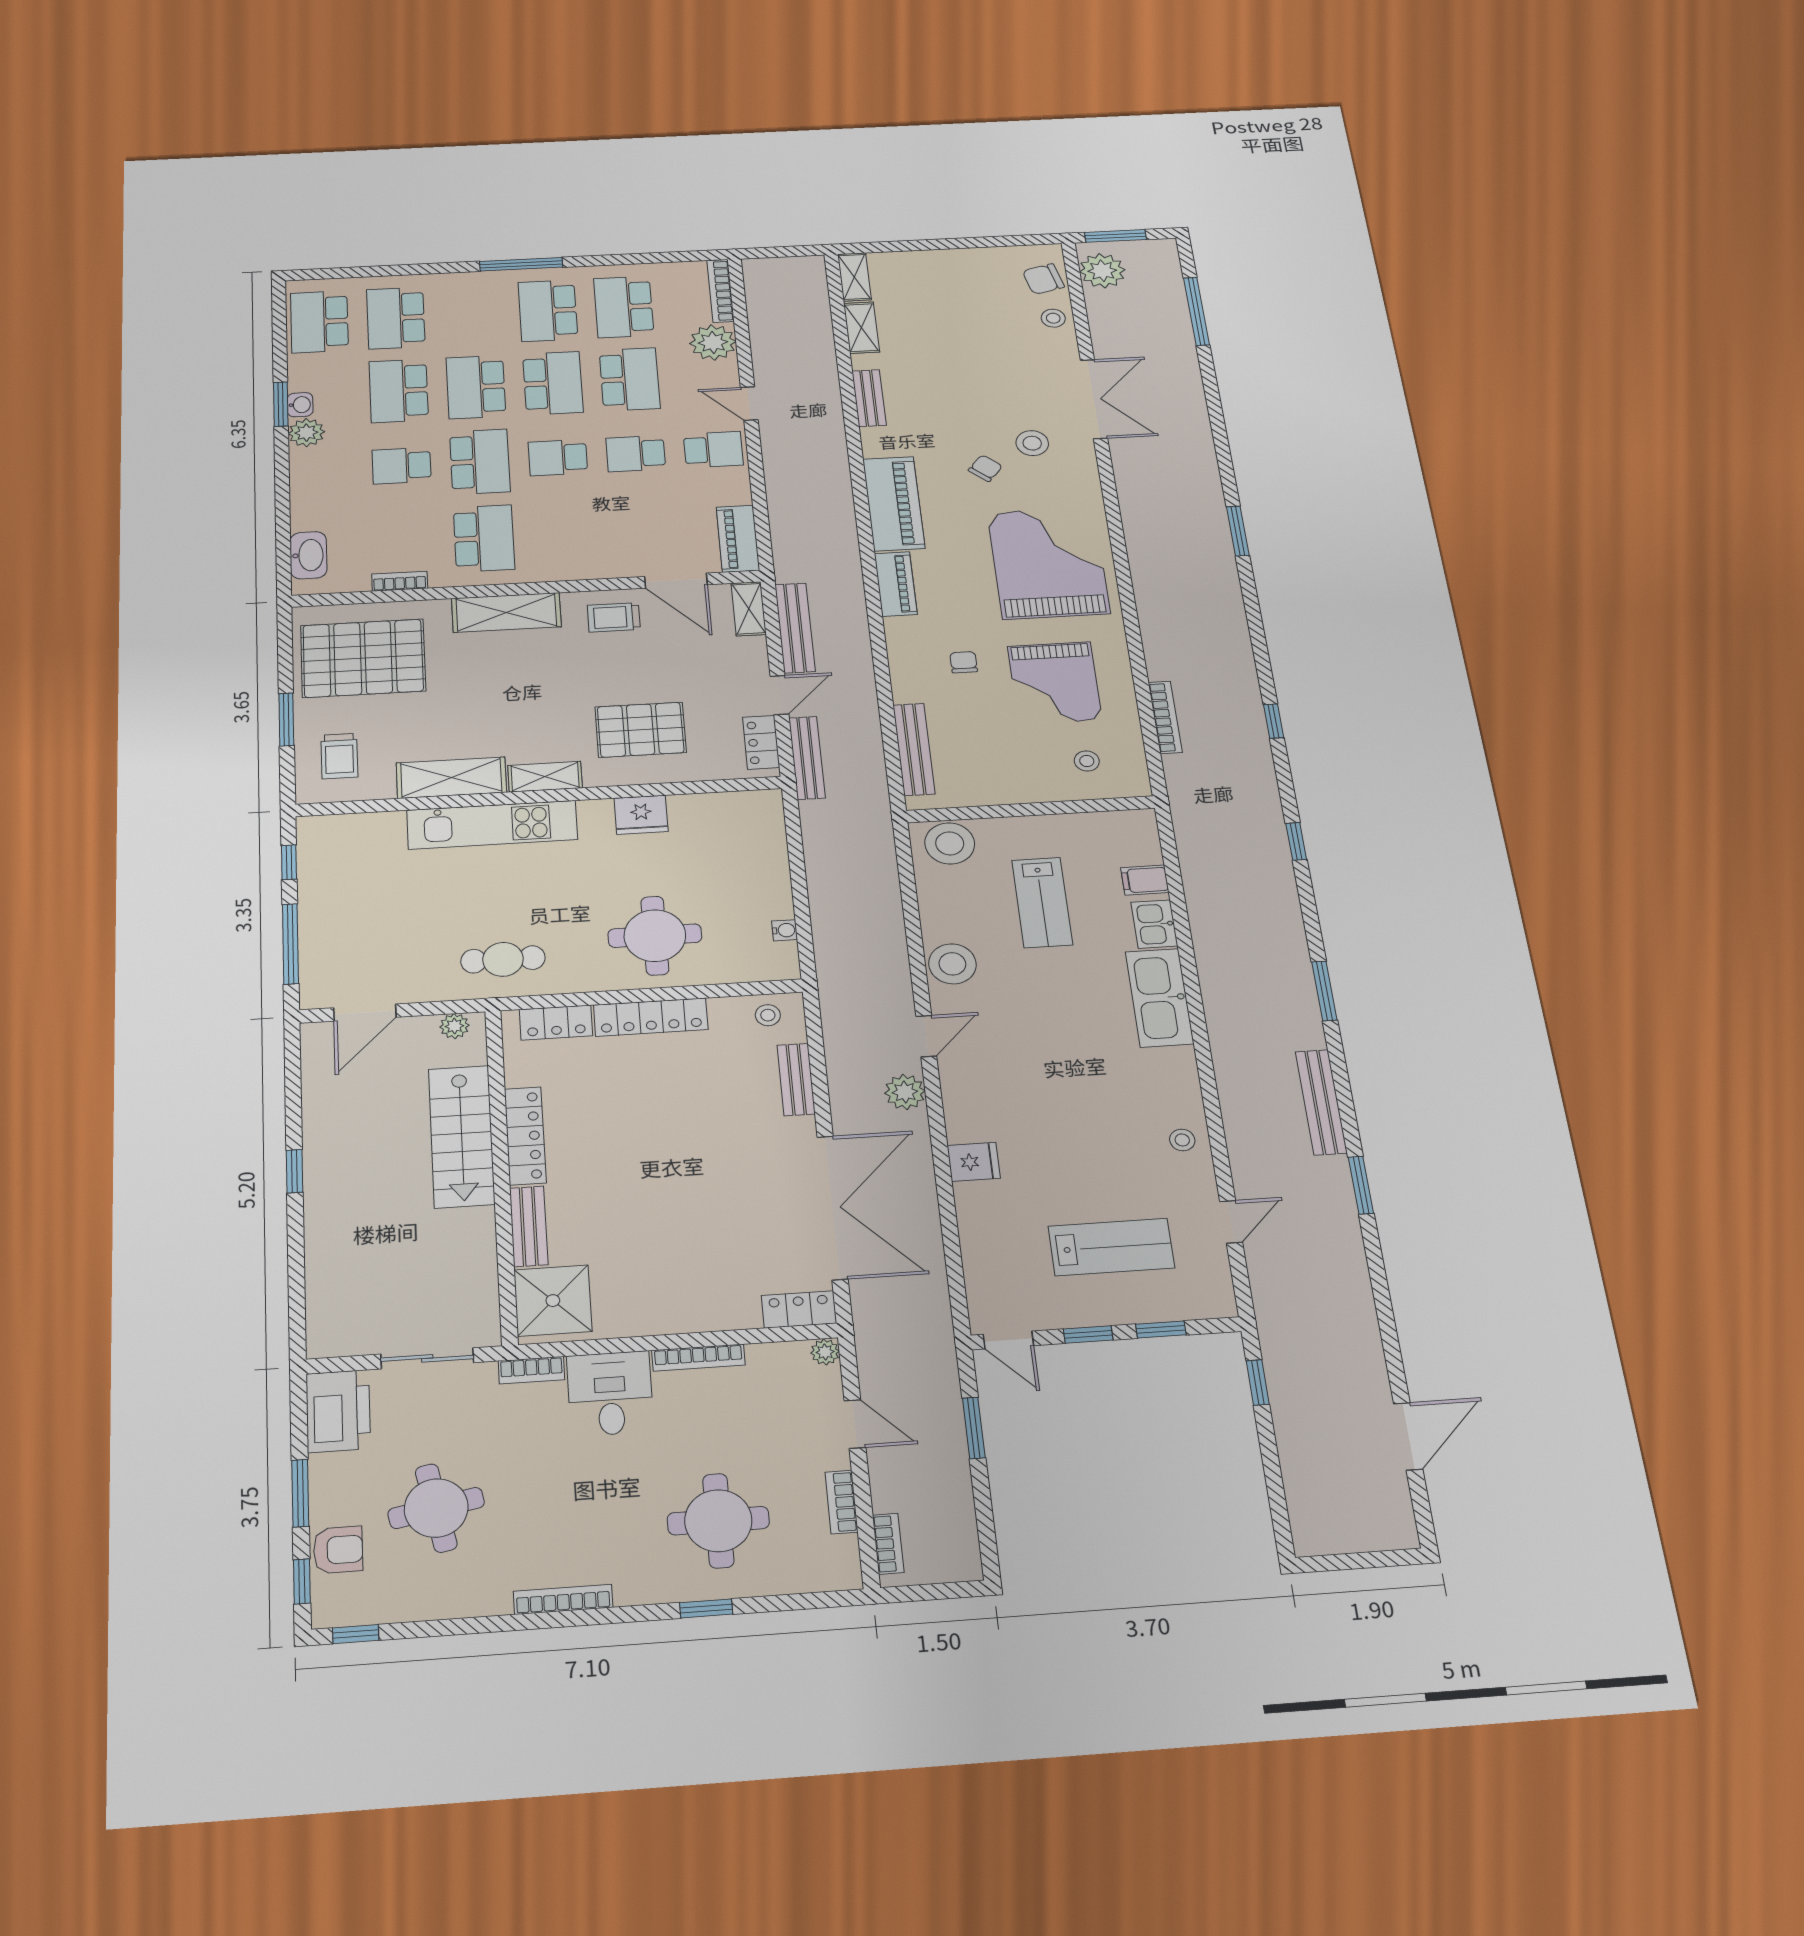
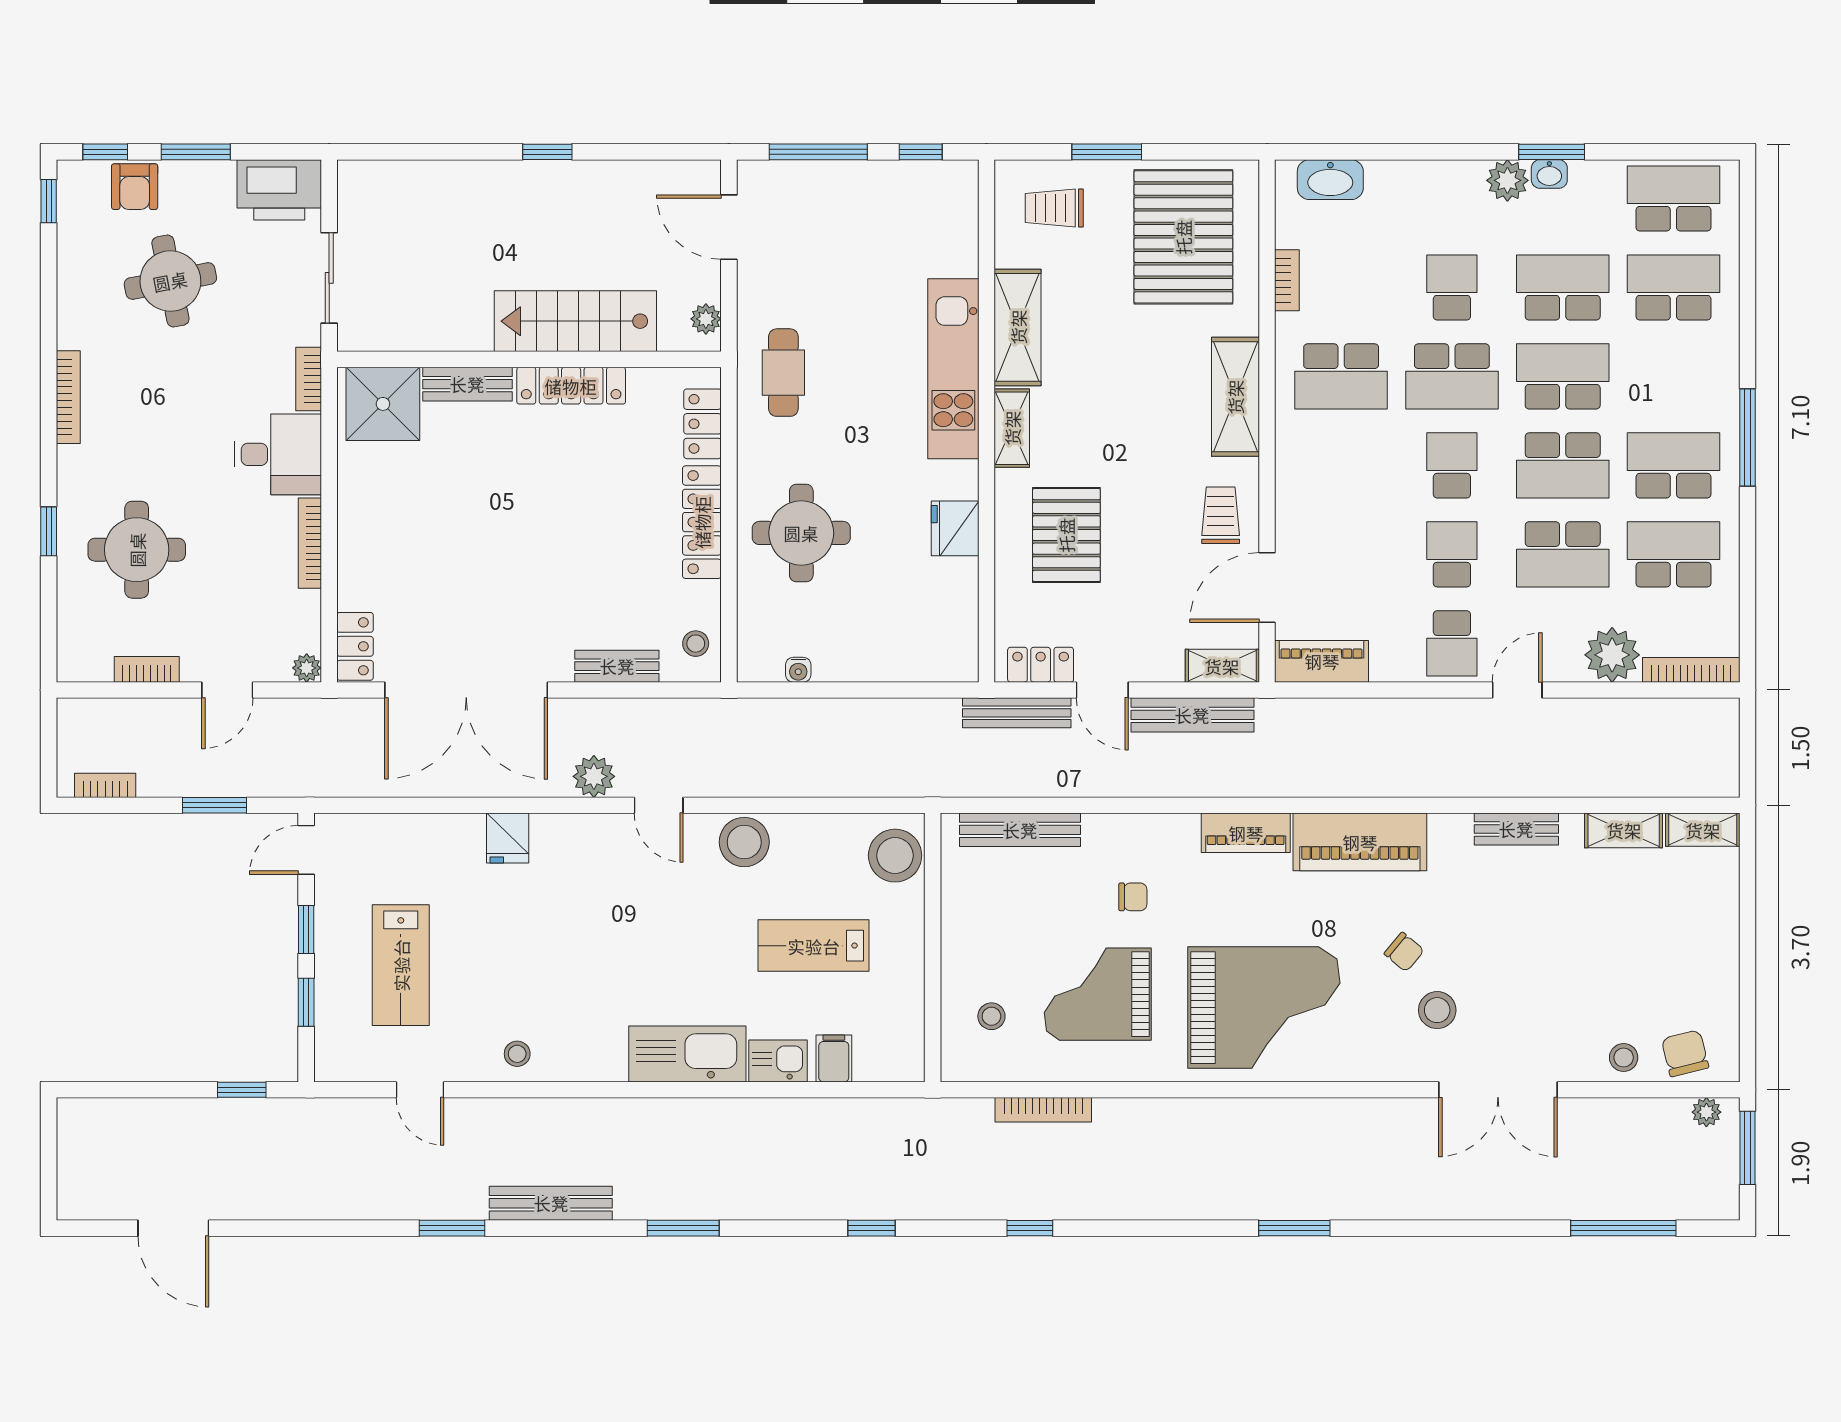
plant: (1102, 271) -> (1706, 1112), width x0.53, depth x0.53
bookcase: (888, 1544) -> (105, 785), moved, turned 180

